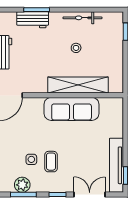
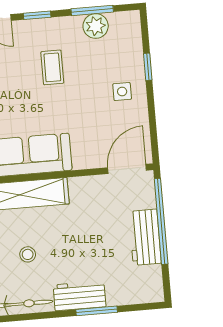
workbench: (33, 20) -> (80, 296), moved
side table: (31, 159) -> (122, 92), moved

